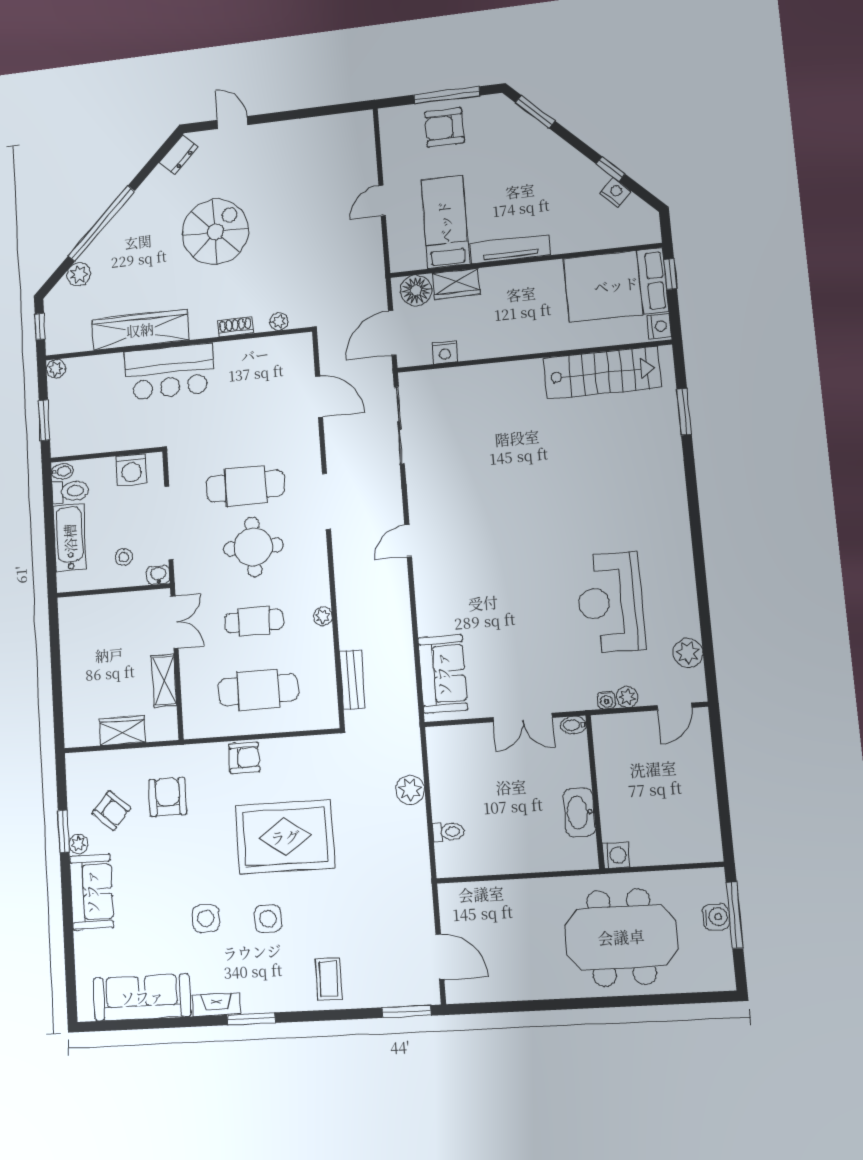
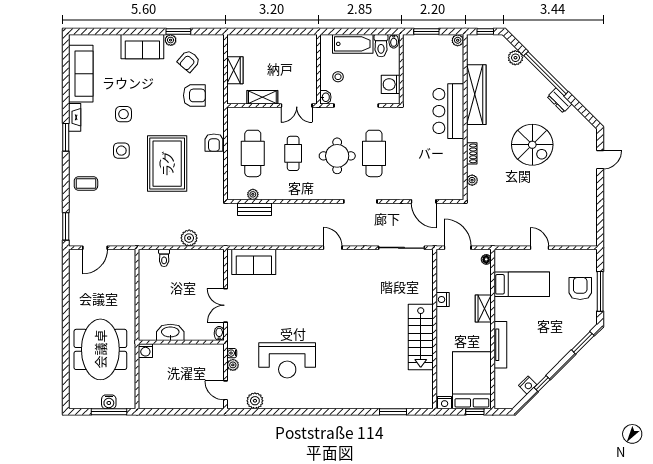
dresser: (179, 155) -> (560, 100), moved
tv unit: (510, 249) -> (500, 345), moved
wardrobe: (456, 284) -> (483, 309), moved
floor lamp: (416, 290) -> (486, 259), width x0.53, depth x0.53
nightstand: (445, 352) -> (443, 300), moved
stairs: (602, 373) -> (421, 337), moved
door: (319, 397) -> (424, 201), hinge flipped
reception desk: (610, 602) -> (287, 360), turned 180
plant: (323, 616) -> (253, 194), moved

